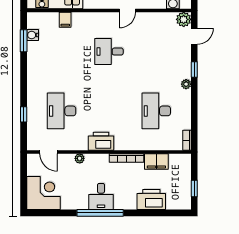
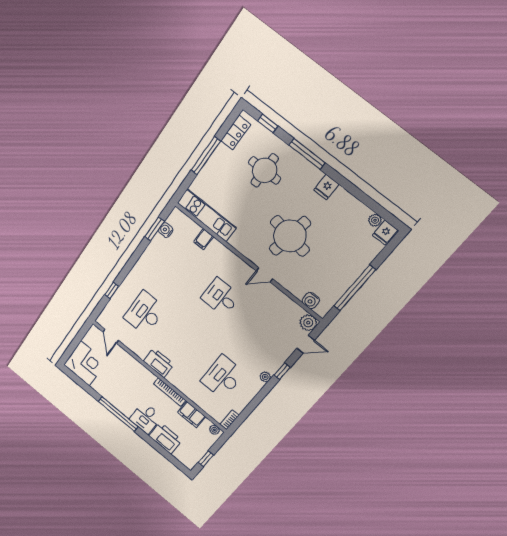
plant: (80, 158) -> (214, 430), moved
desk: (101, 196) -> (146, 418), moved

